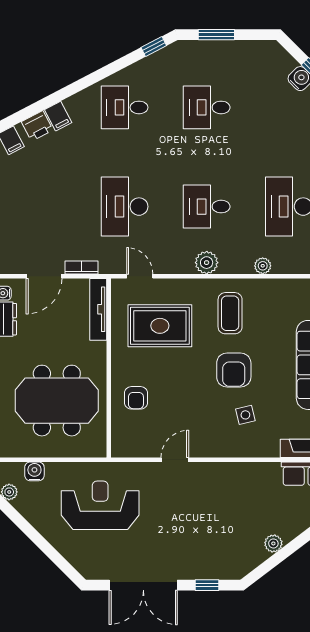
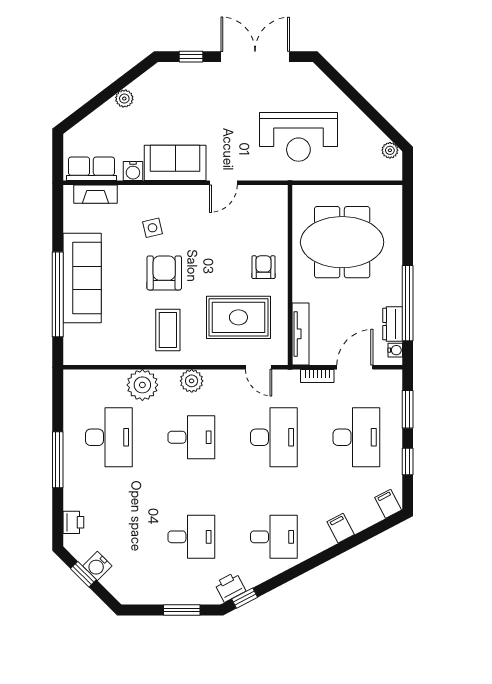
printer: (37, 126) -> (230, 587), moved
desk: (43, 207) -> (356, 437), added
plant: (263, 266) -> (142, 385), width x1.87, depth x1.87
armchair: (136, 398) -> (263, 267), moved
water cooler: (34, 471) -> (133, 171), moved
sofa: (223, 479) -> (175, 163), added

